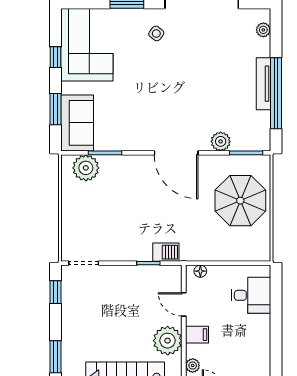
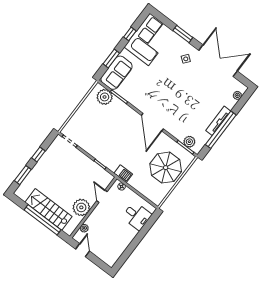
plant: (221, 141) -> (189, 142), moved
barbecue: (166, 252) -> (123, 174), moved
window: (55, 292) -> (38, 154), moved
filing cabinet: (197, 335) -> (97, 215), removed

